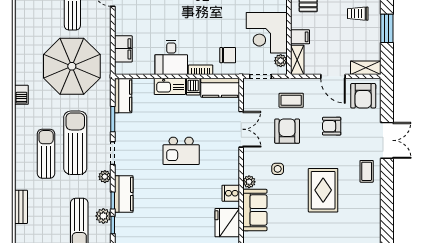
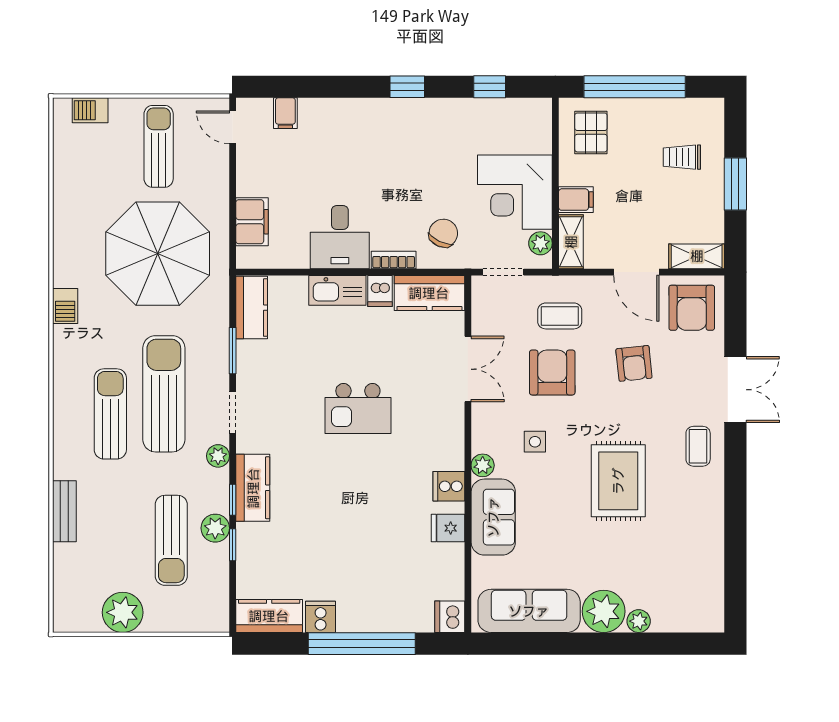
chair: (228, 55) -> (443, 233), turned -65
armchair: (332, 126) -> (634, 363), turned -96
fridge: (227, 223) -> (448, 528), width x0.53, depth x0.75

